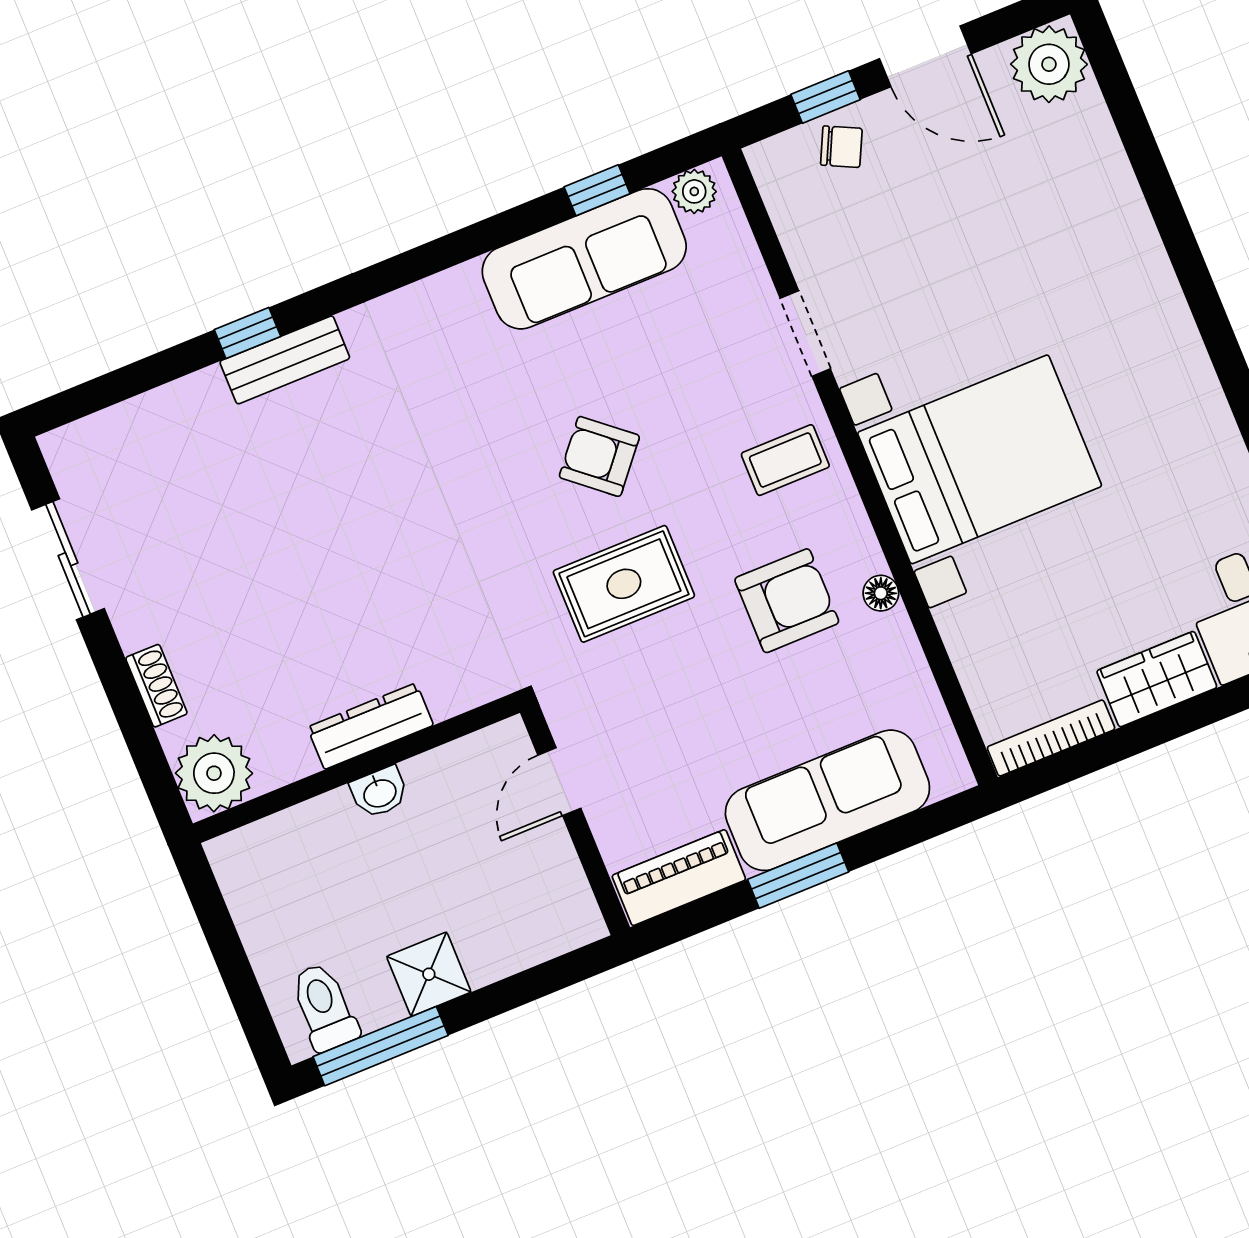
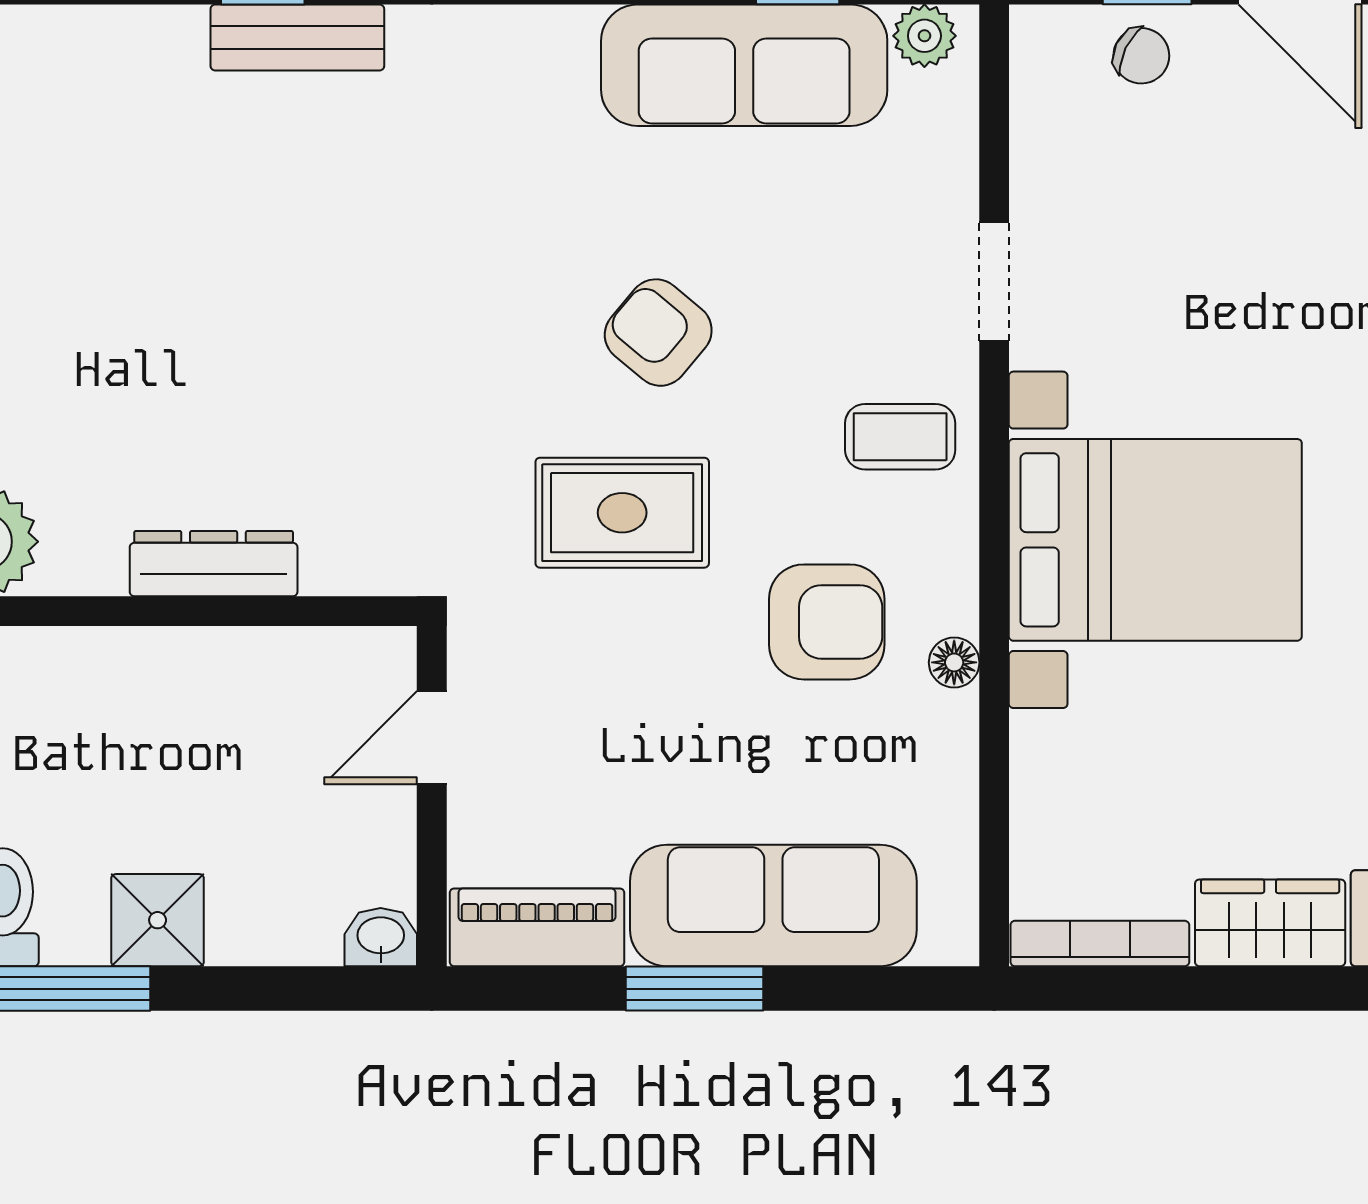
washbasin: (379, 792) -> (381, 937), moved, turned 180

